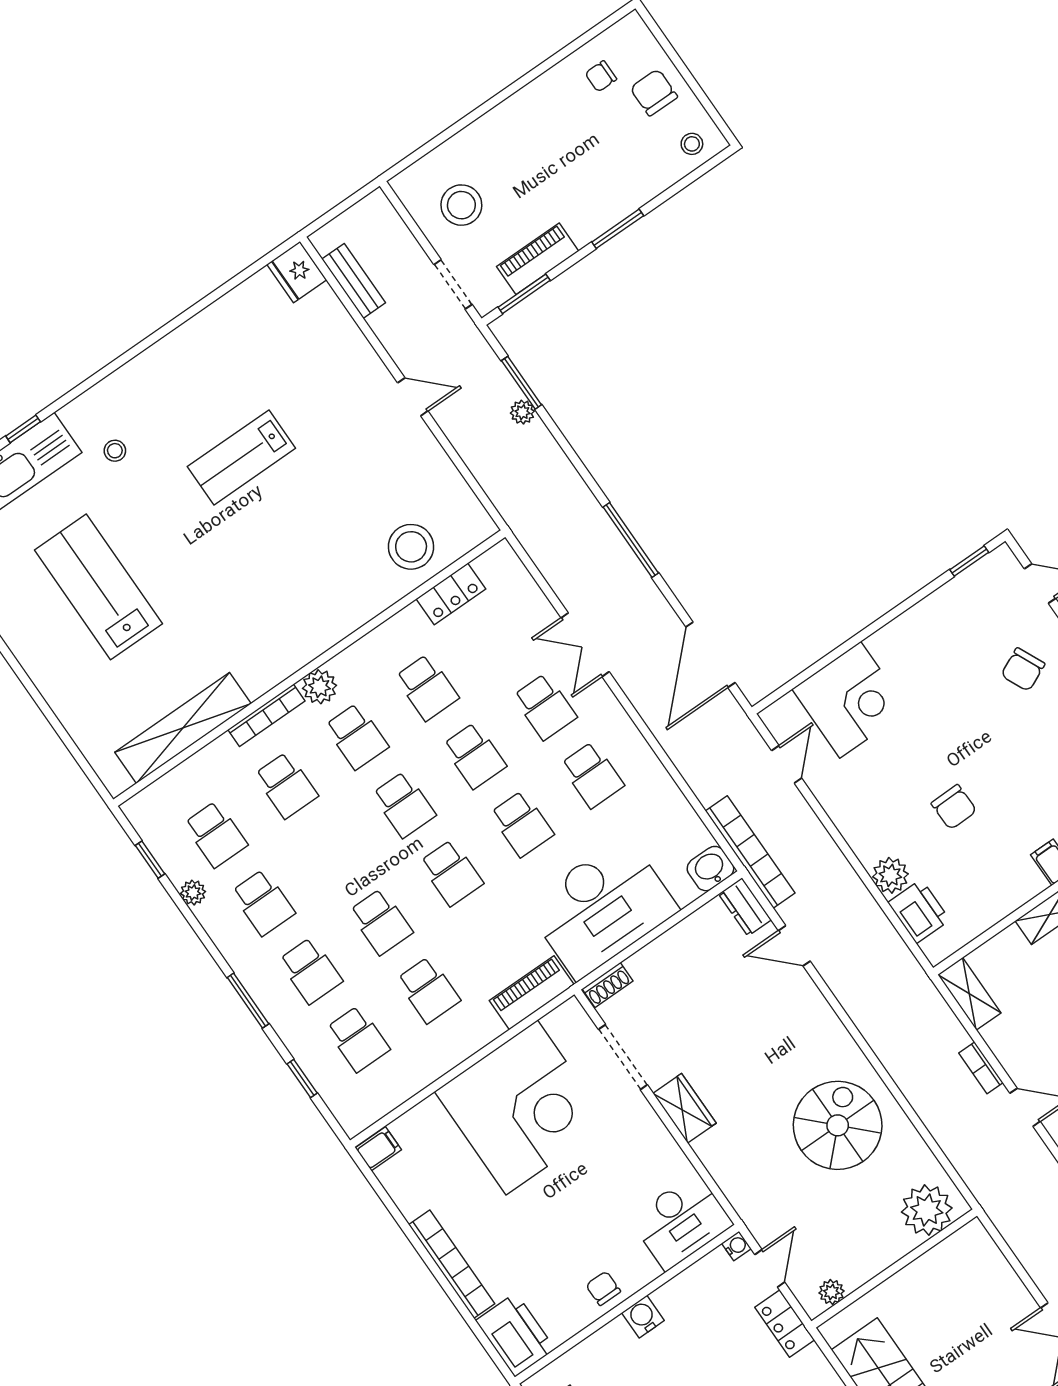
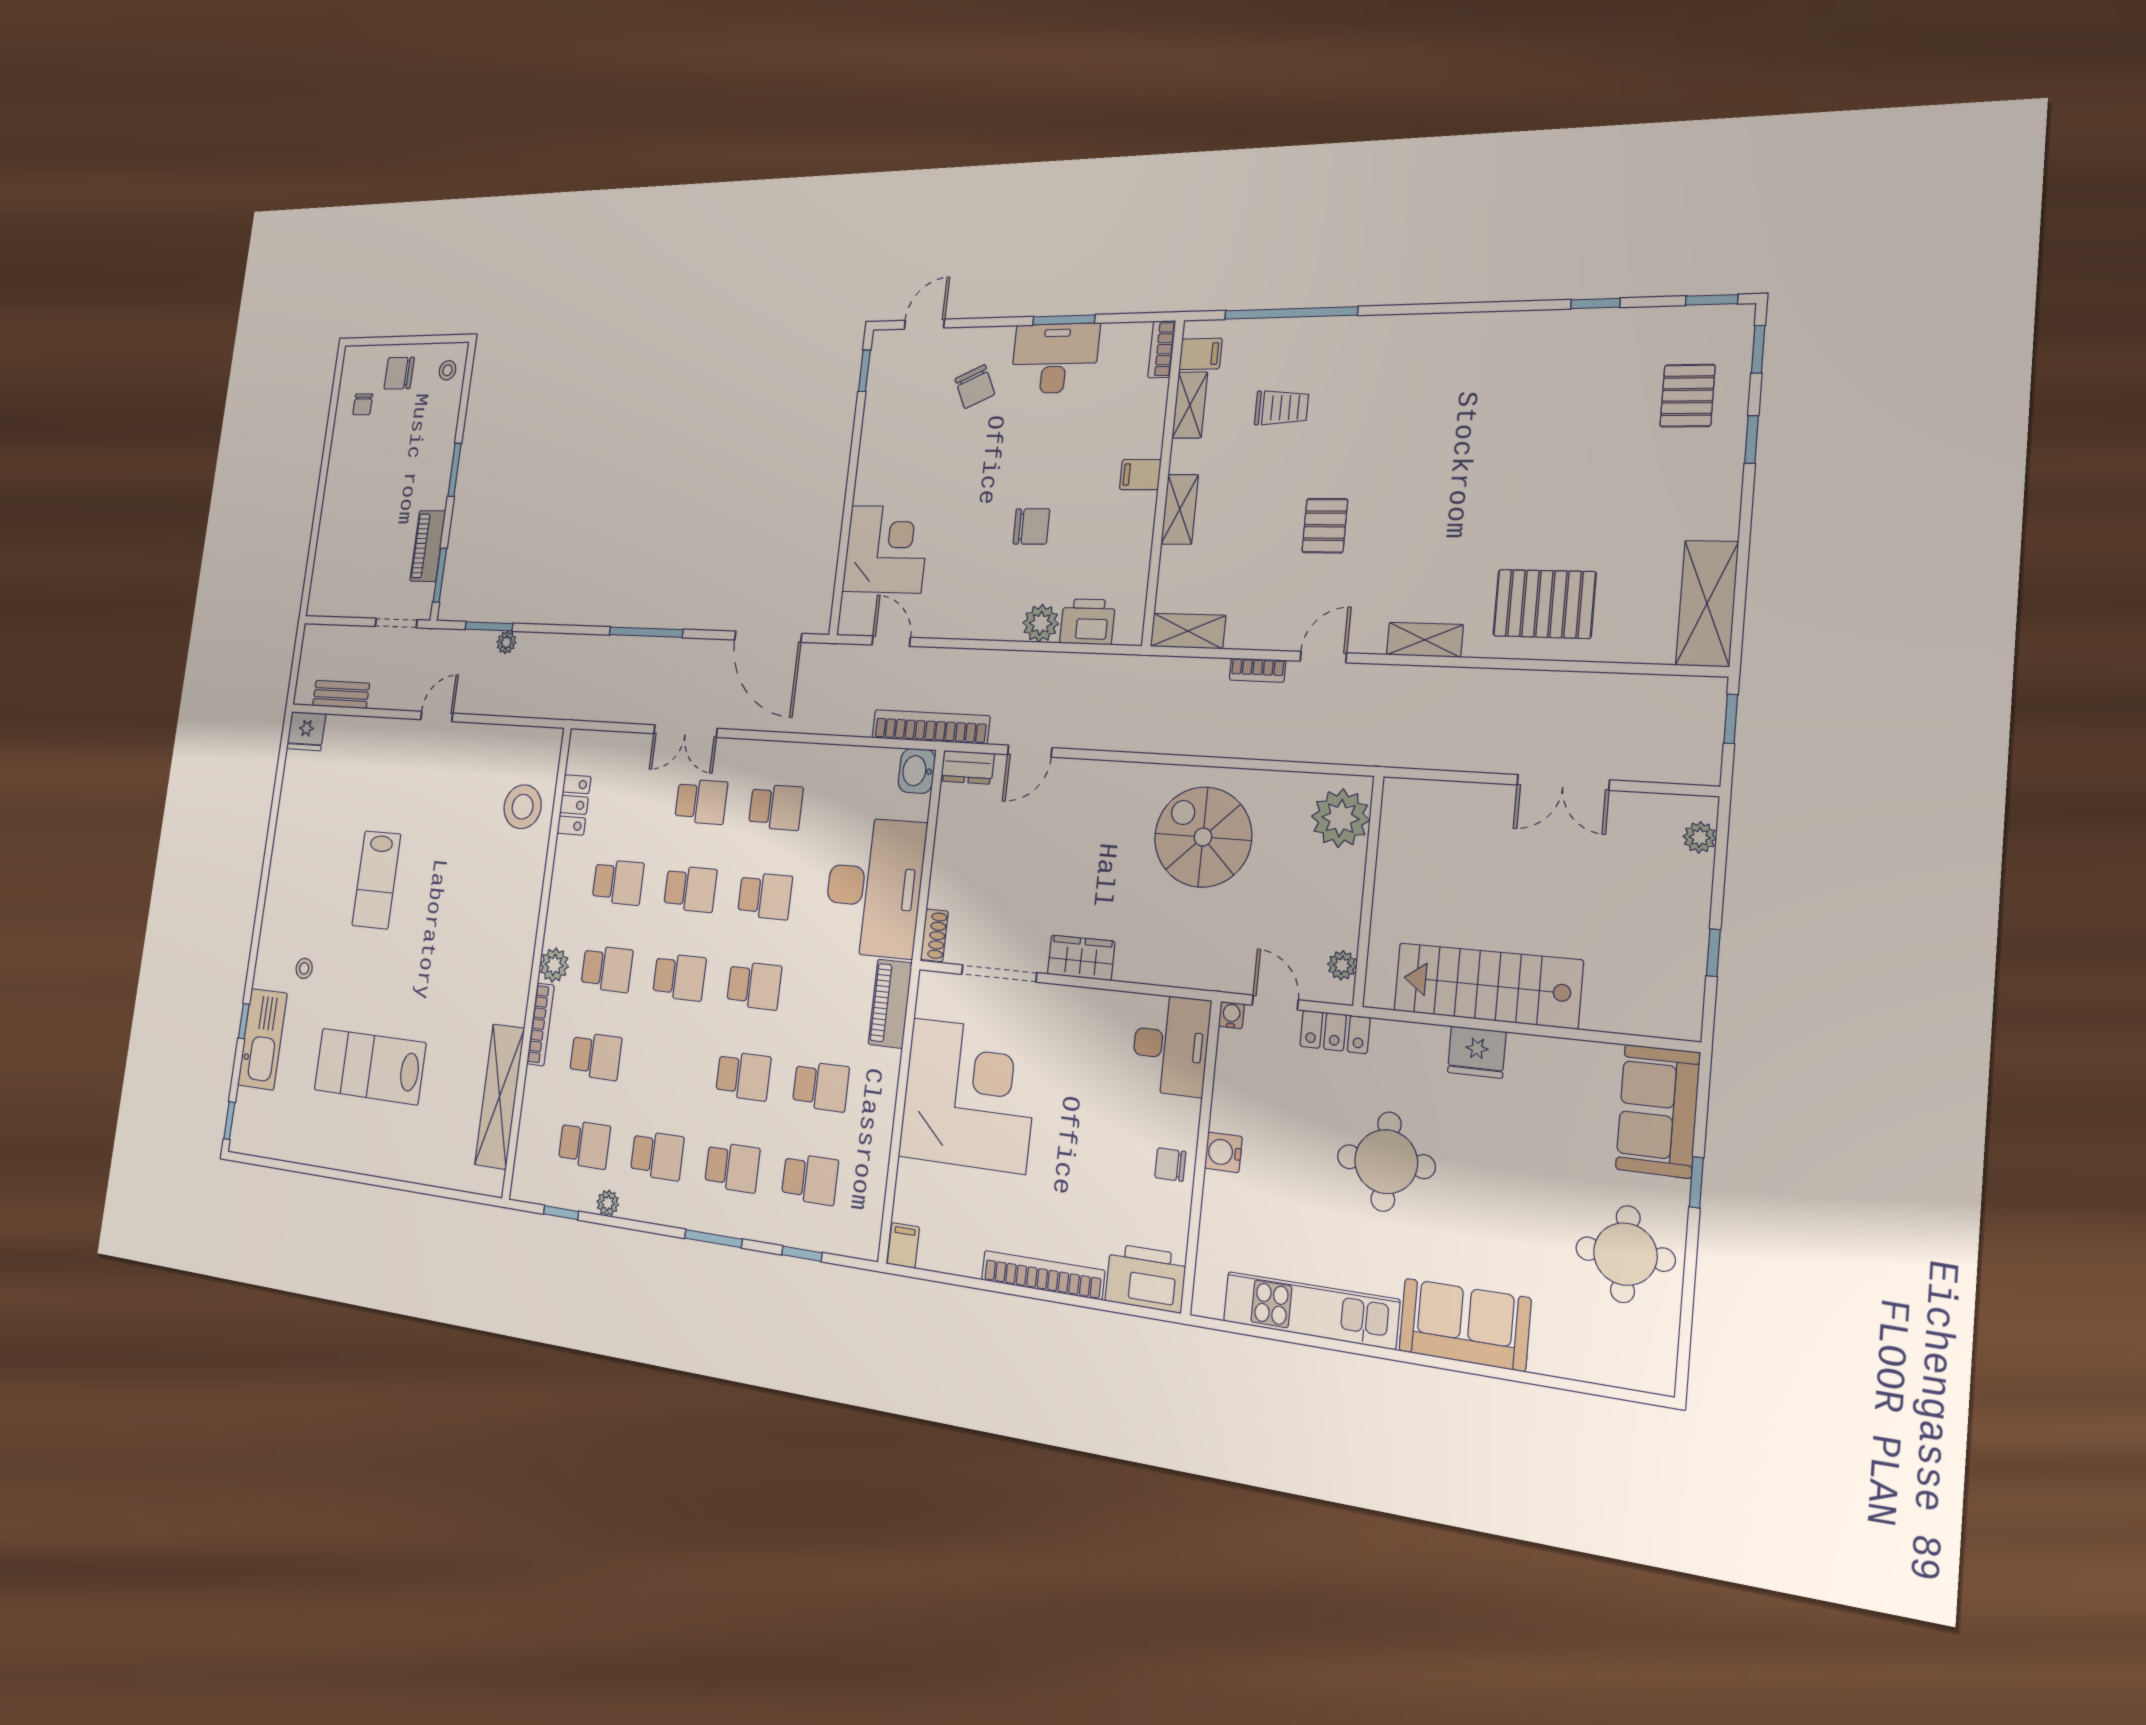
stool: (461, 205) -> (358, 574), removed

